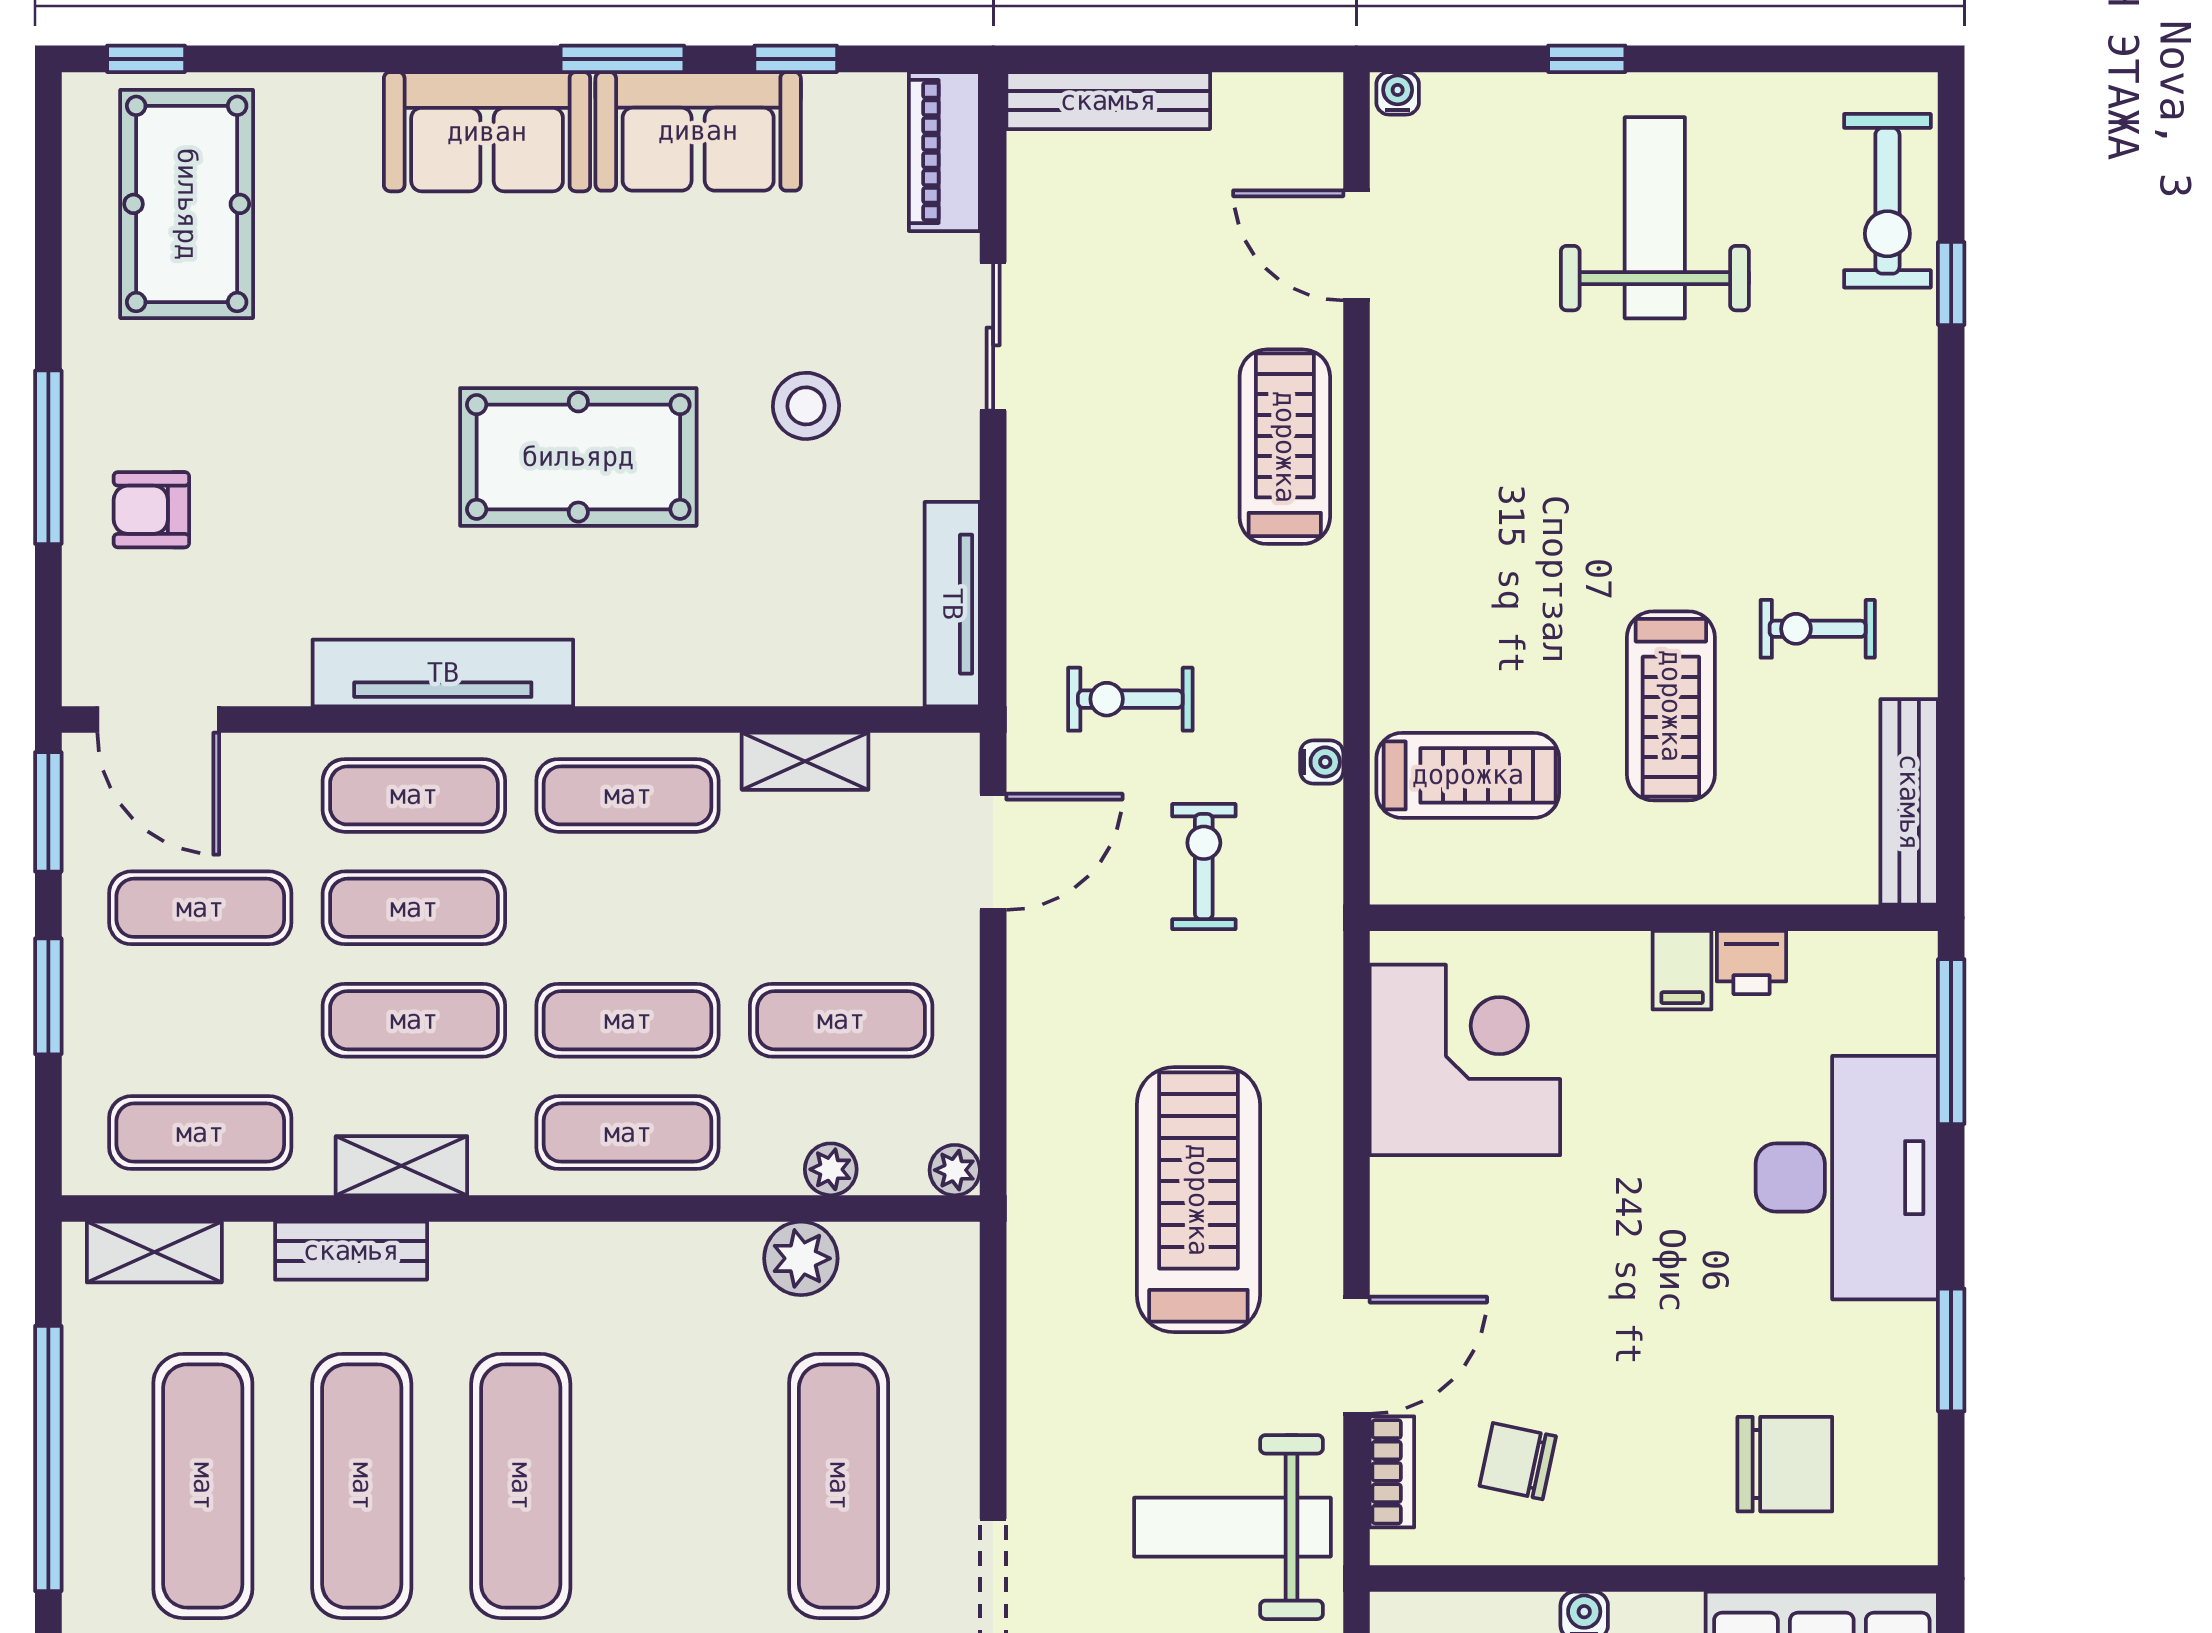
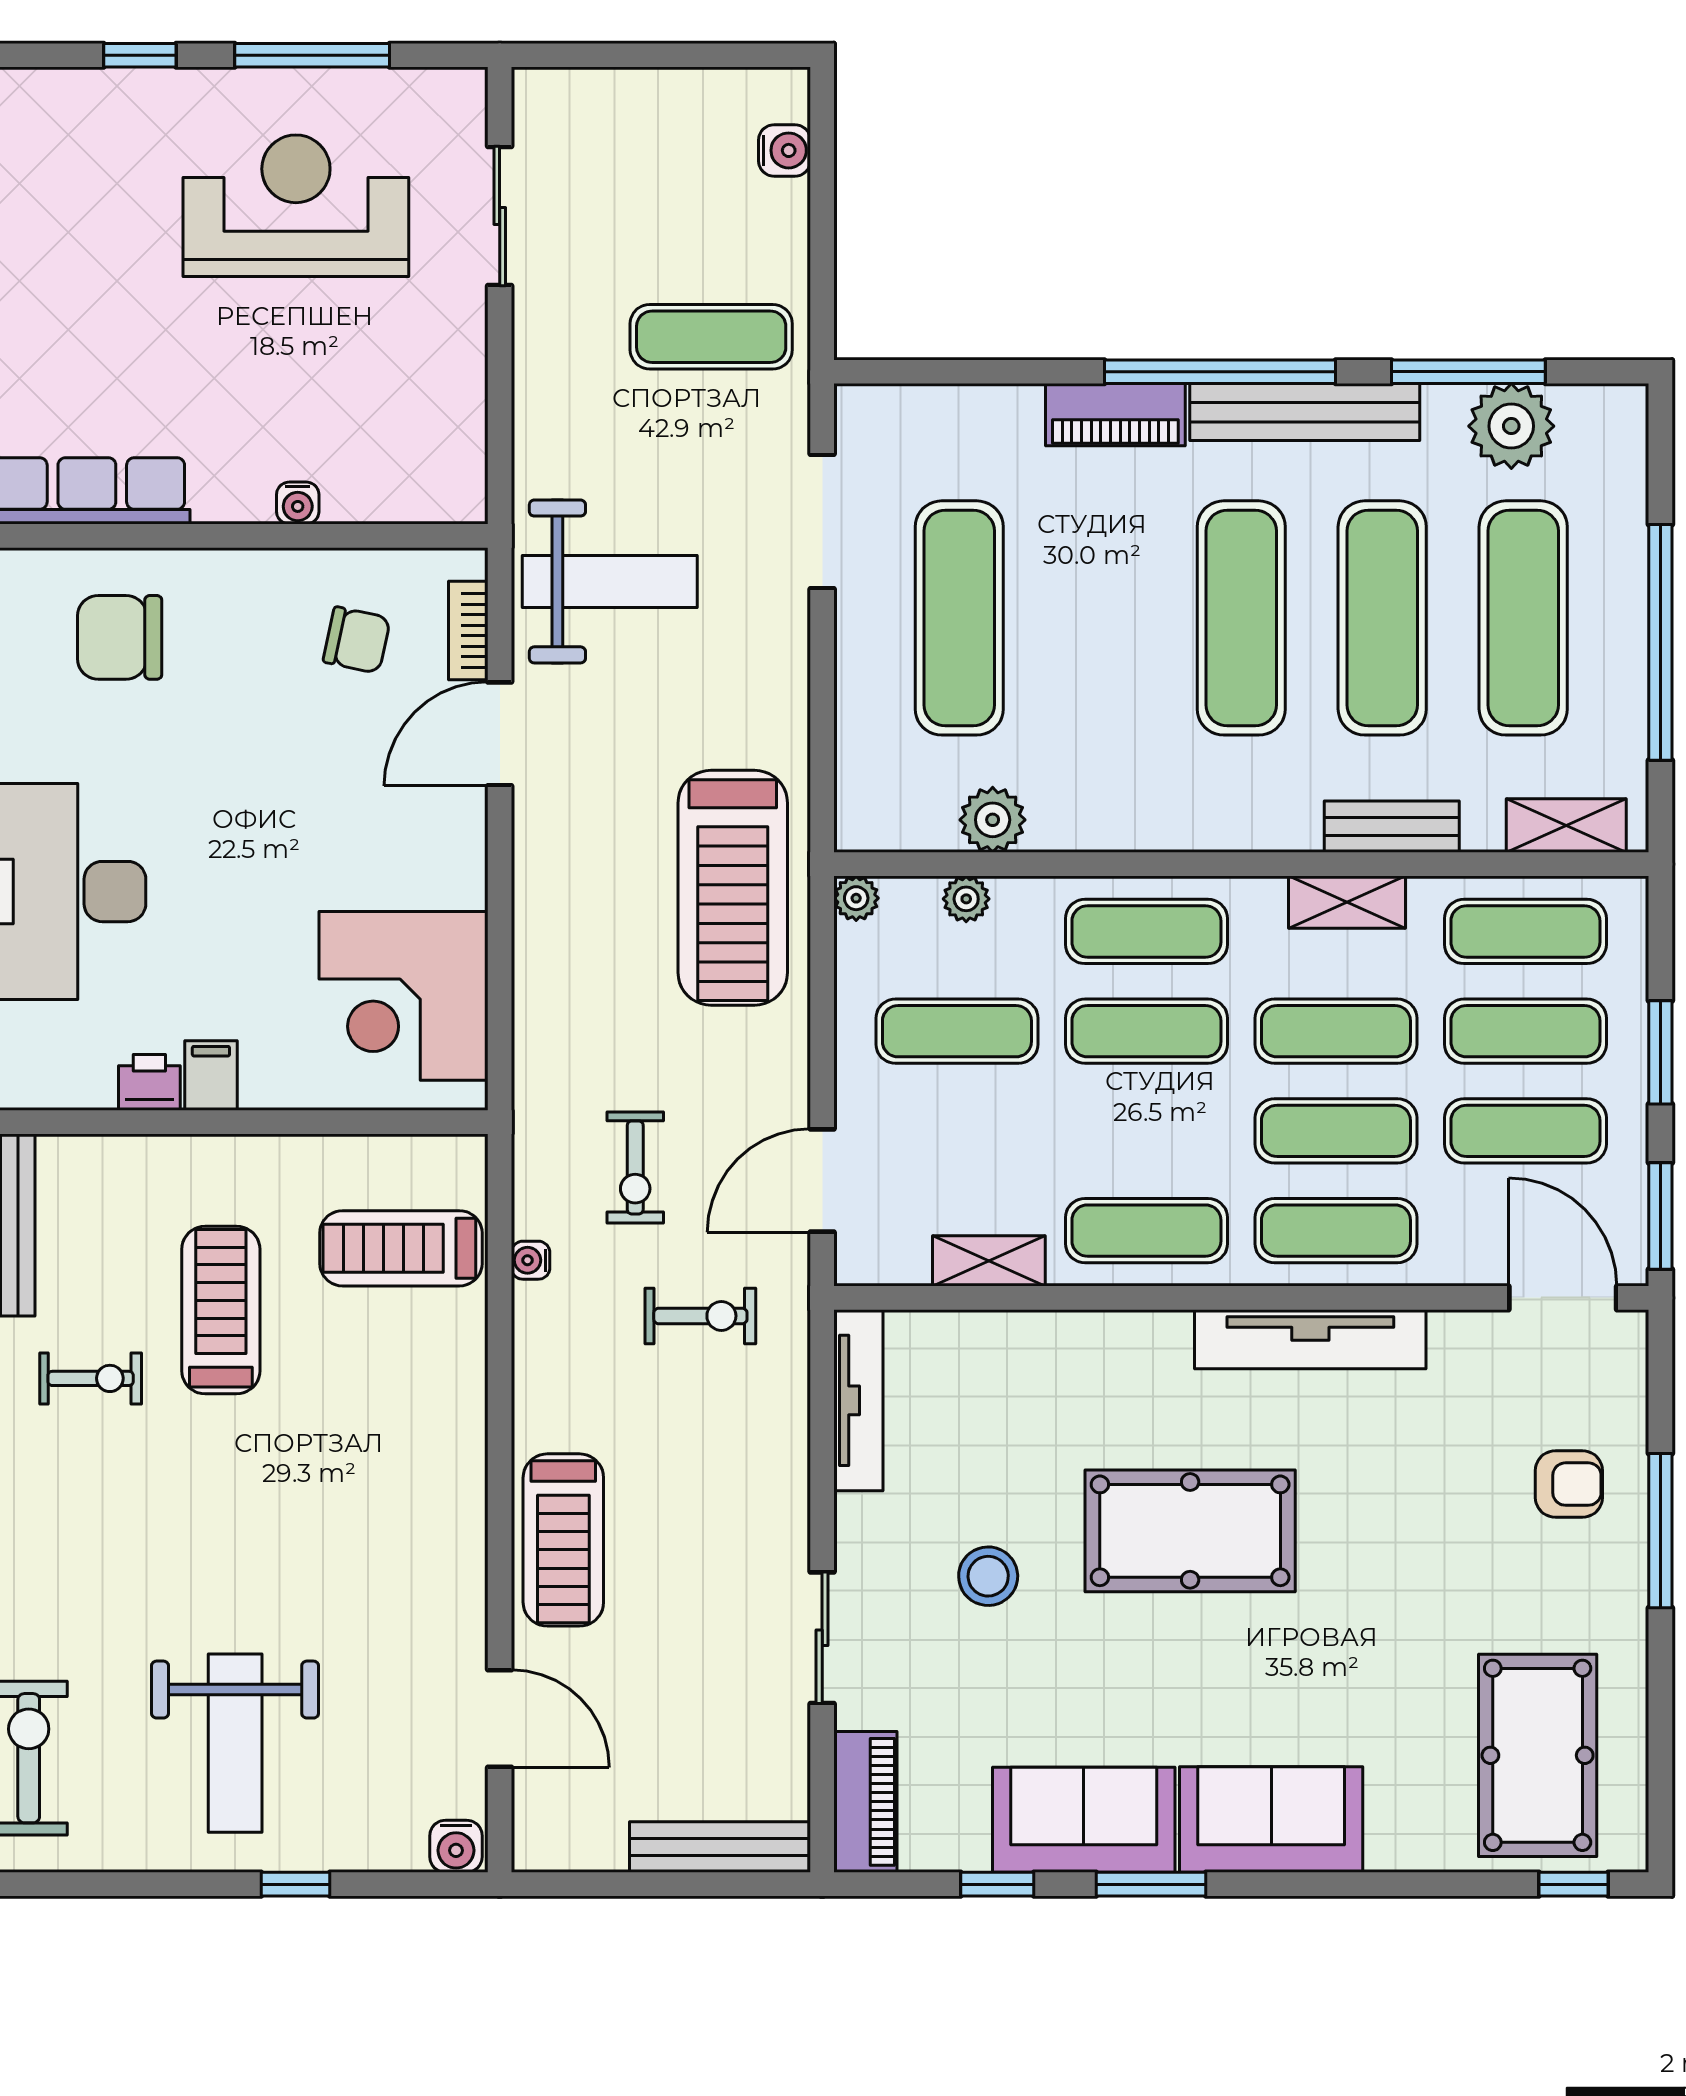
water cooler: (1398, 93) -> (456, 1846), width x1.38, depth x1.38
exercise mat: (200, 1020) -> (1525, 1031), added
treadmill: (1198, 1200) -> (733, 888), moved

